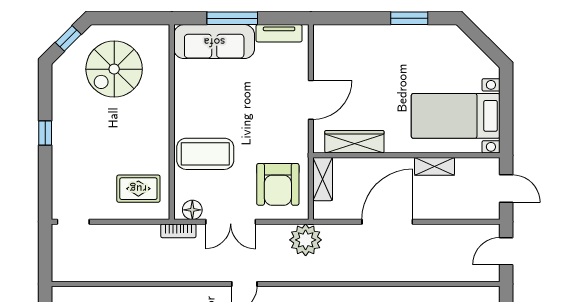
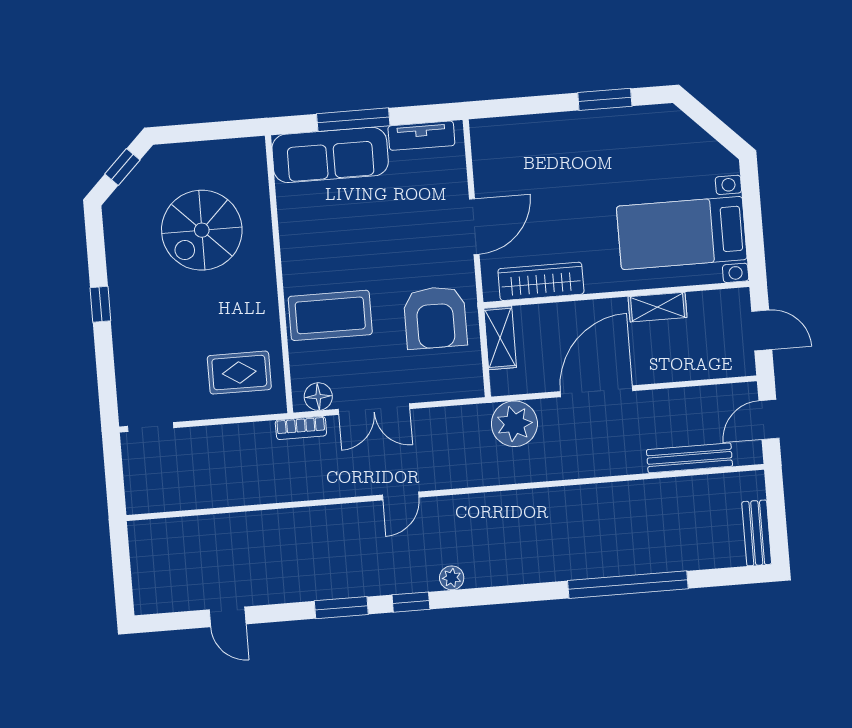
spiral stairs: (114, 69) -> (202, 230), moved
armchair: (278, 184) -> (435, 318), moved
plant: (306, 240) -> (514, 424), moved
bench: (448, 274) -> (689, 458), added

